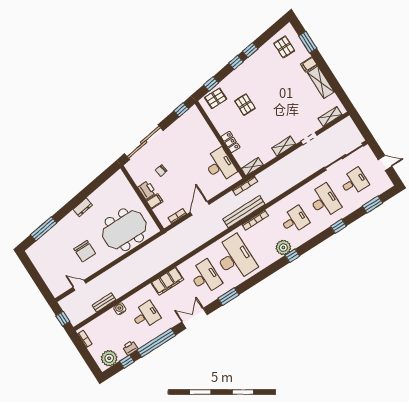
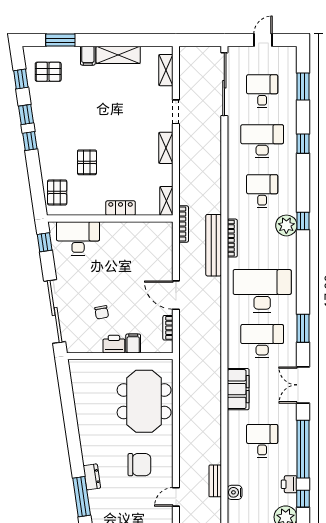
window: (211, 84) -> (21, 79), moved
pallet: (245, 105) -> (87, 162), turned 90
desk: (220, 165) -> (78, 238), moved
dresser: (83, 207) -> (92, 477), moved
water cooler: (120, 309) -> (235, 492), moved

